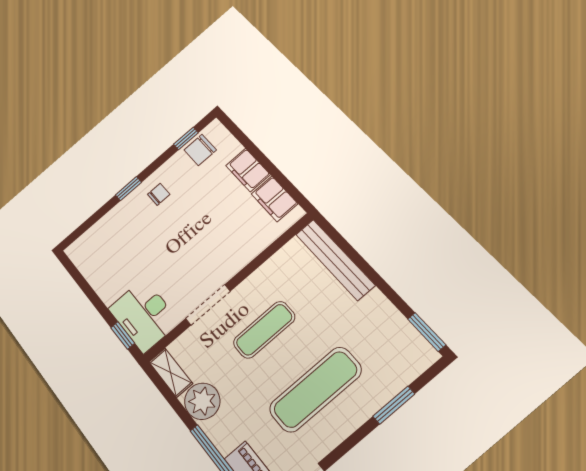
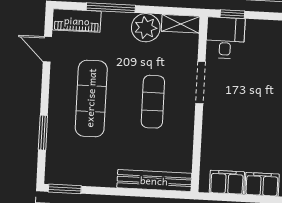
desk: (144, 315) -> (225, 38), width x0.73

